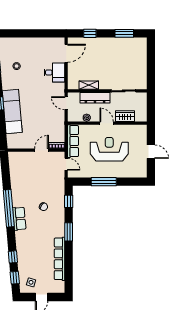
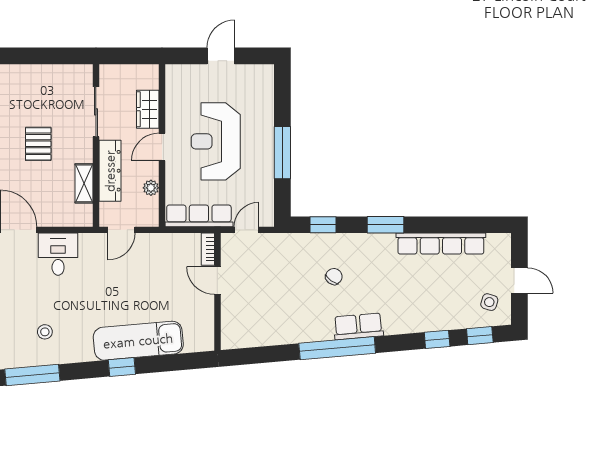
pallet: (108, 63) -> (38, 144), added

